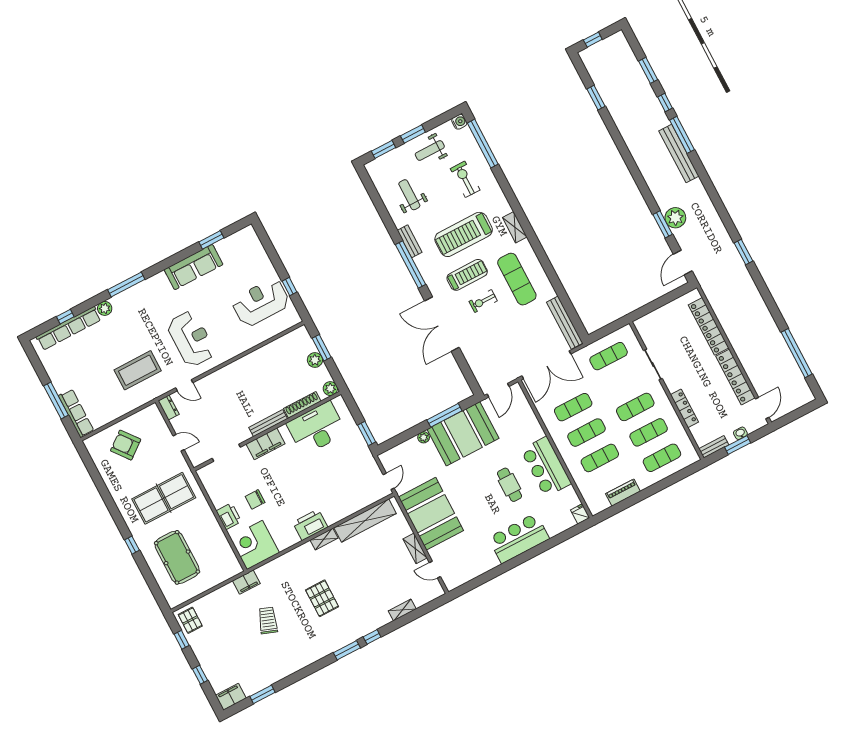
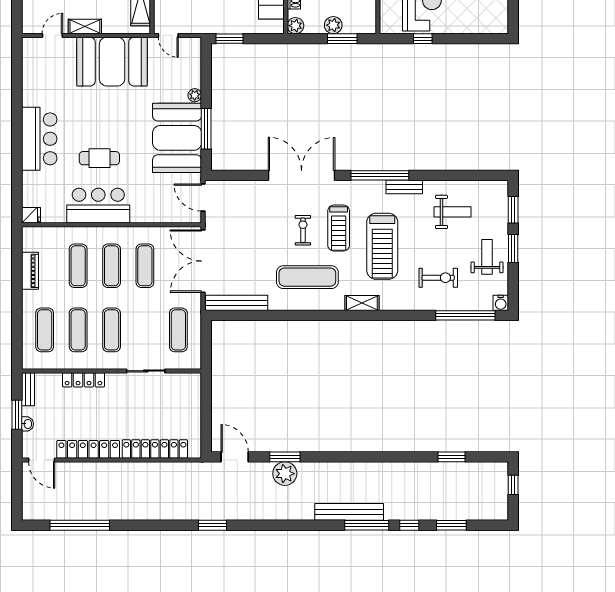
treadmill: (464, 234) -> (382, 246), turned 180

